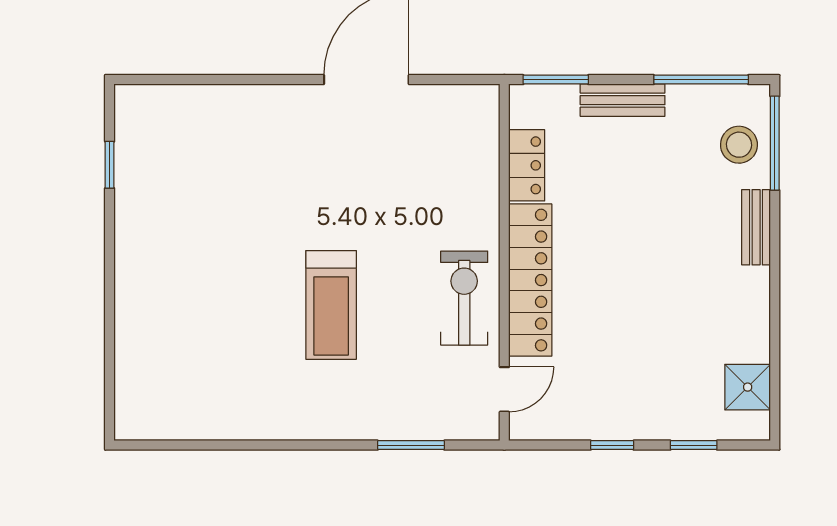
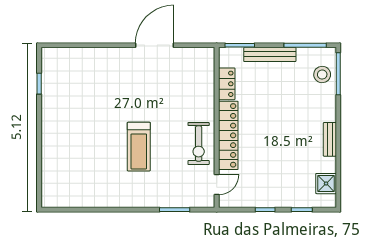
bench: (623, 100) -> (270, 54), width x1.36
bench: (756, 227) -> (330, 139), moved
exercise bike: (464, 298) -> (199, 143), turned 180

